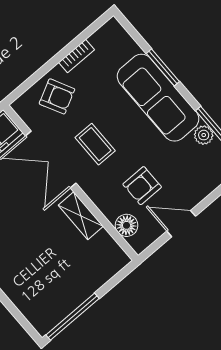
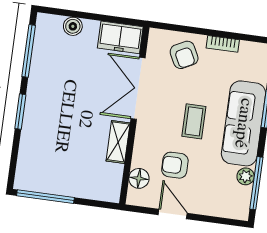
coffee table: (95, 144) -> (194, 121), moved

